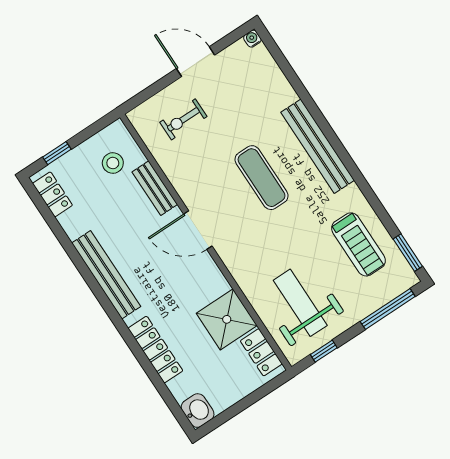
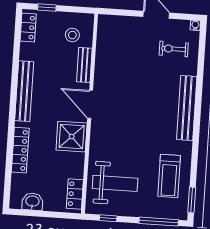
exercise bike: (183, 119) -> (174, 49), moved
exercise mat: (262, 178) -> (145, 102), removed
weight bench: (300, 303) -> (115, 183), turned 90
shower: (227, 319) -> (72, 137), moved
washbasin: (198, 411) -> (32, 202), moved, turned -90

